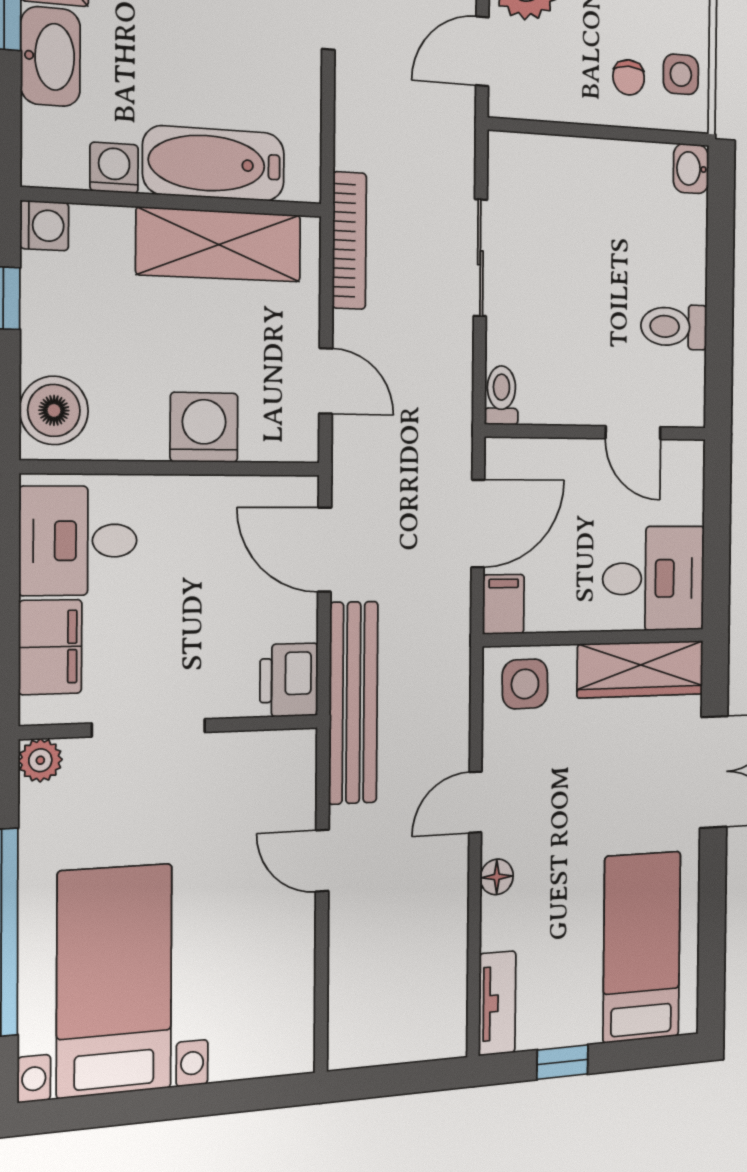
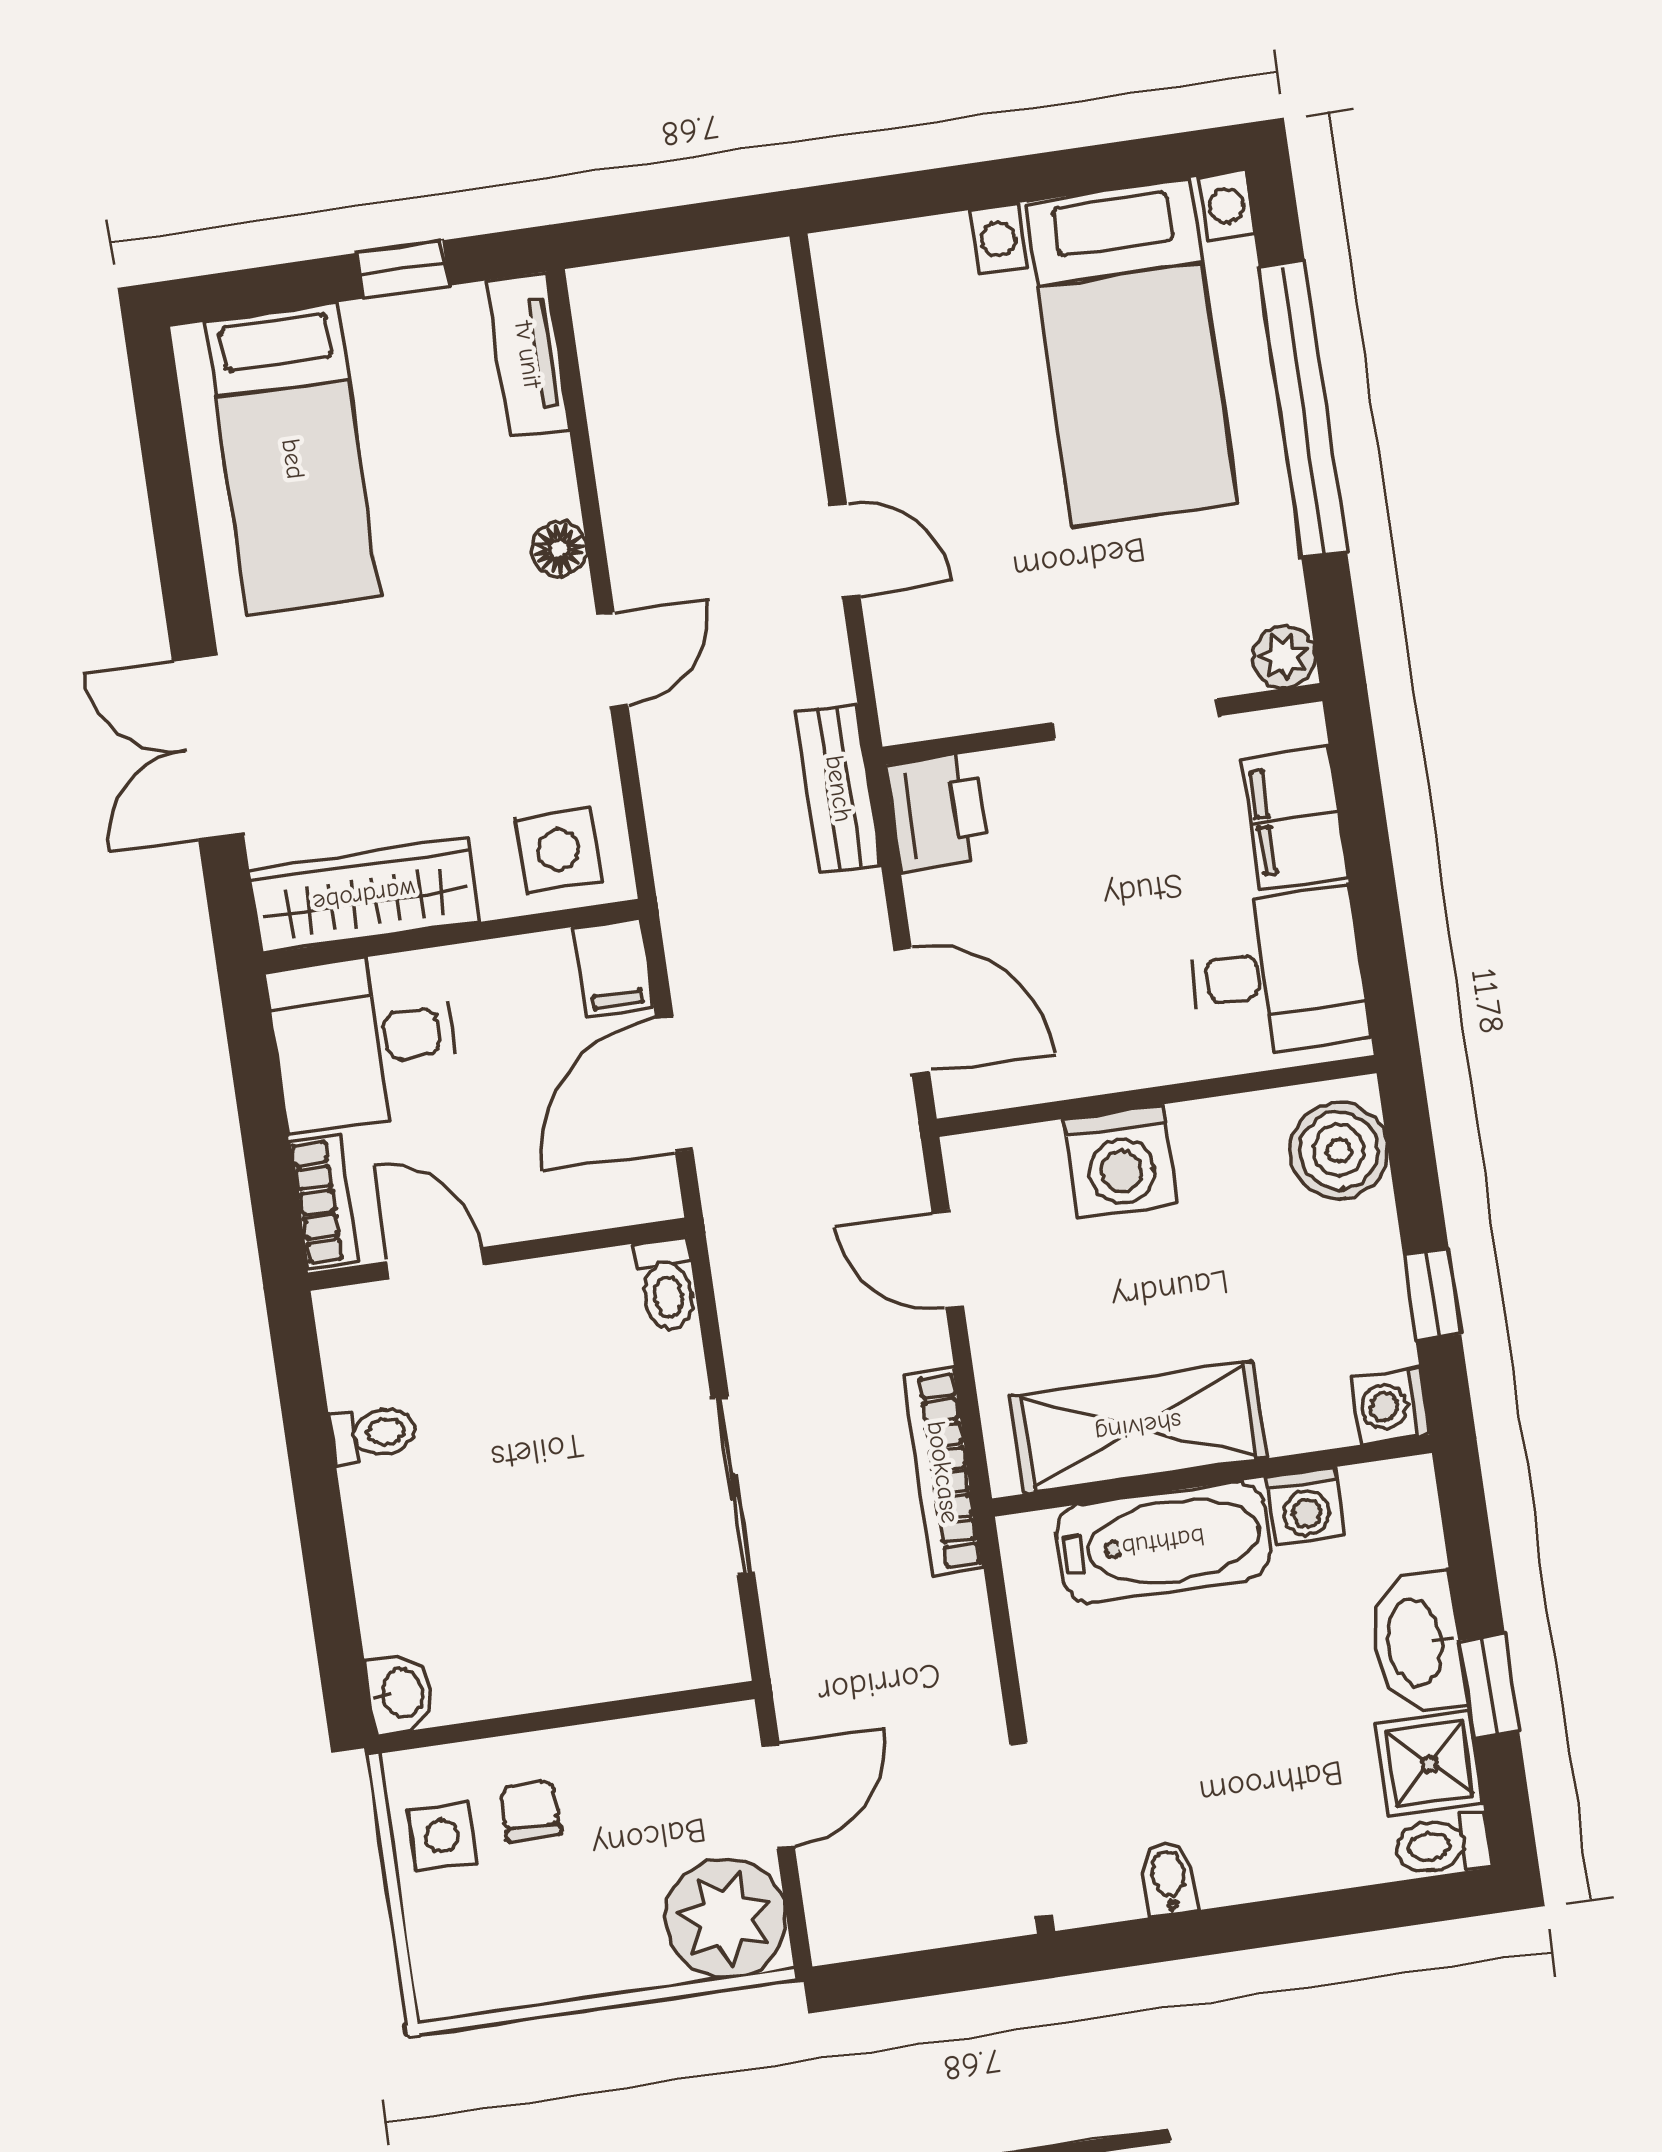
toilet: (674, 327) -> (374, 1433), width x0.73, depth x0.72
bookcase: (690, 482) -> (323, 1201), added
bench: (353, 703) -> (839, 789), width x0.54, depth x0.82

